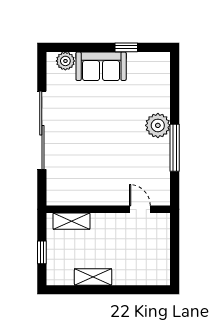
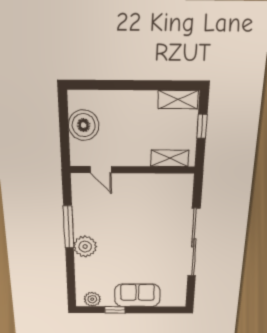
plant: (65, 61) -> (92, 299), moved
boiler: (156, 253) -> (84, 125), added
shelving: (93, 277) -> (178, 100), moved

